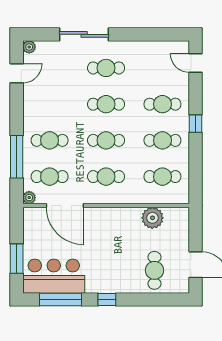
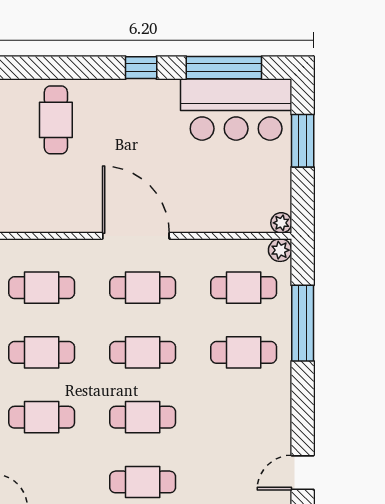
door: (65, 206) -> (136, 236), moved
plant: (152, 218) -> (281, 223), moved, width x0.53, depth x0.53

